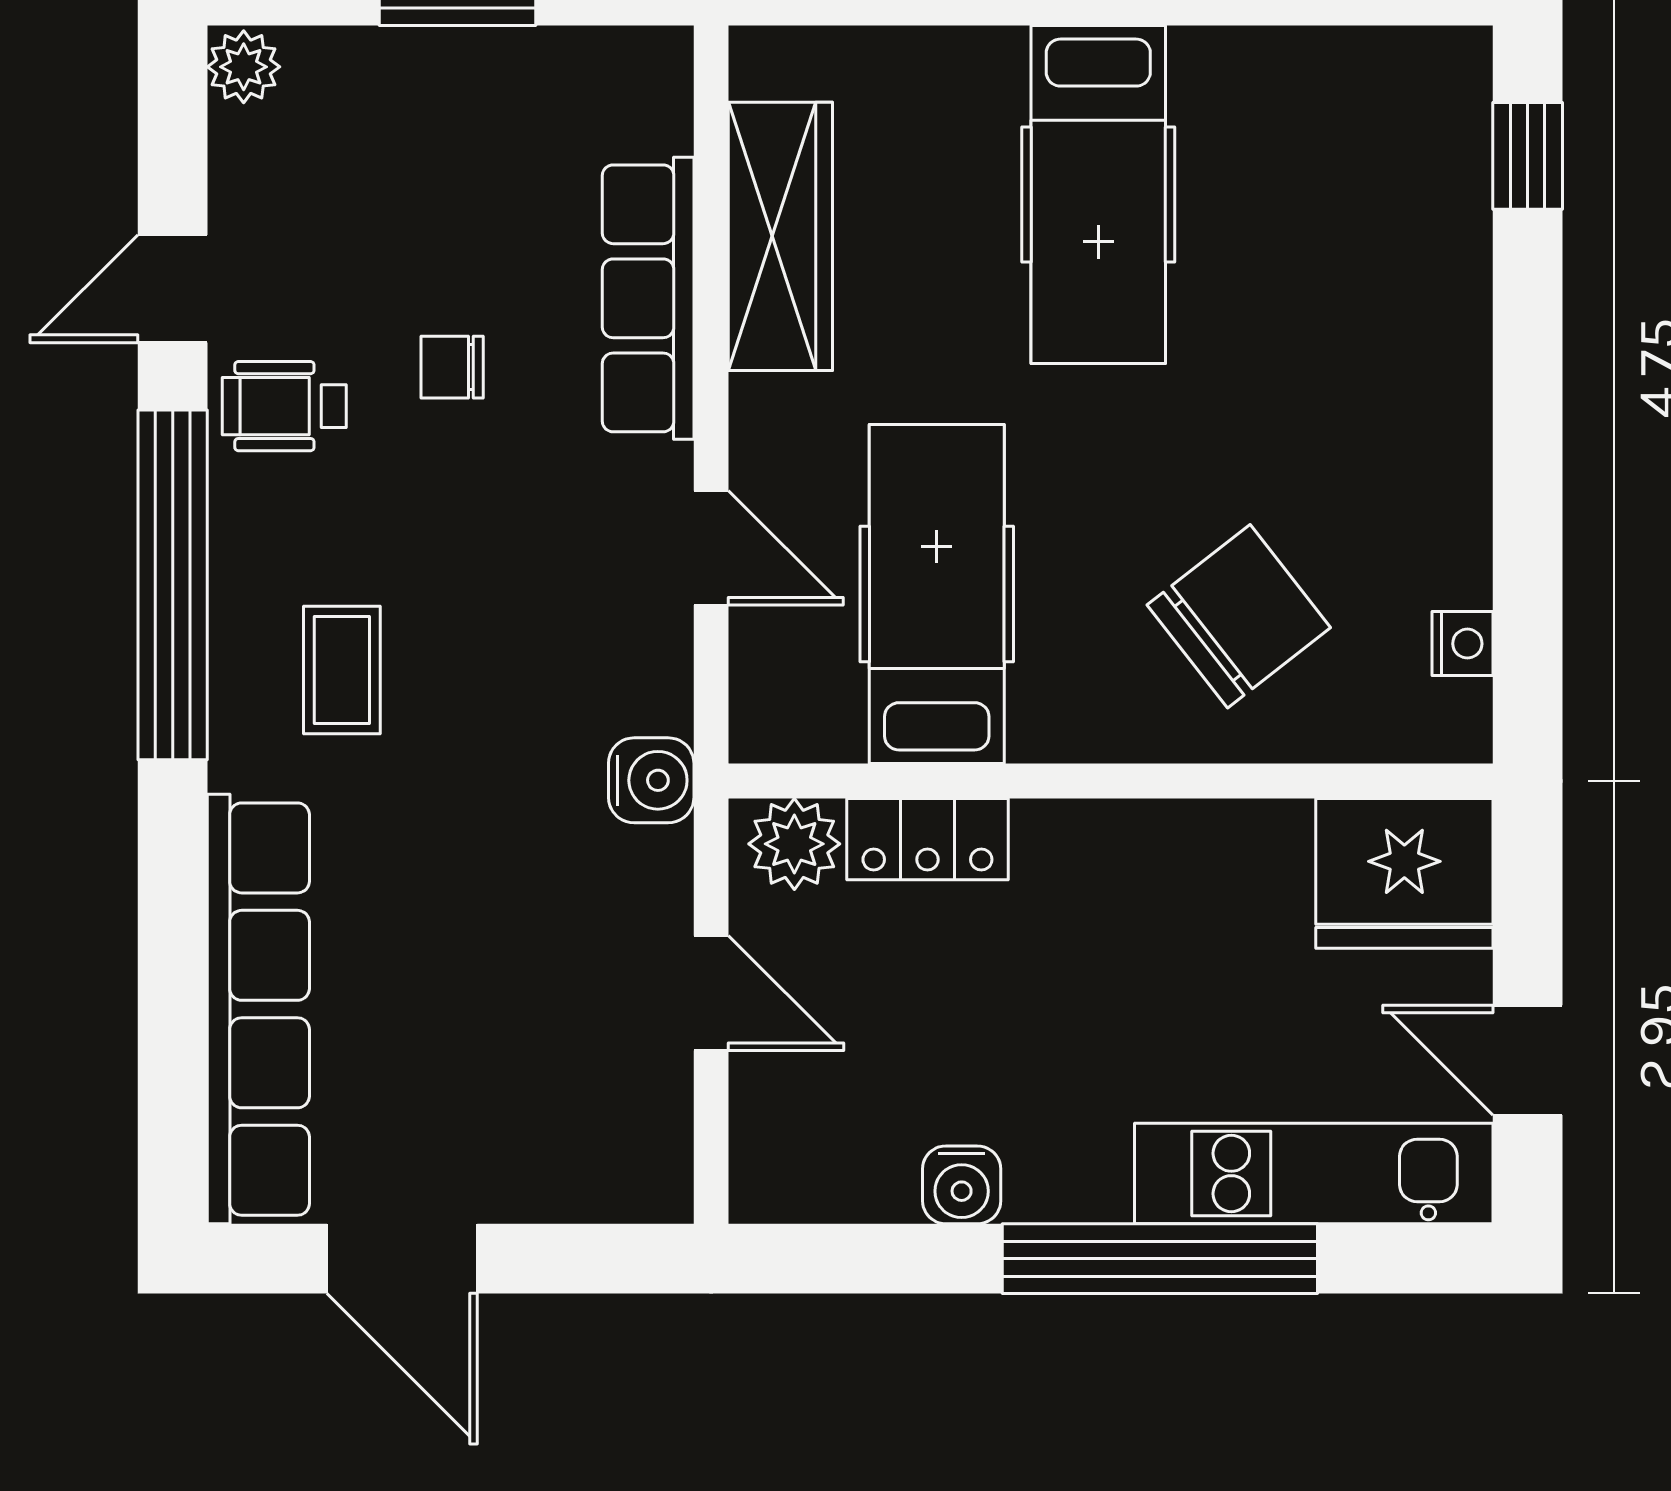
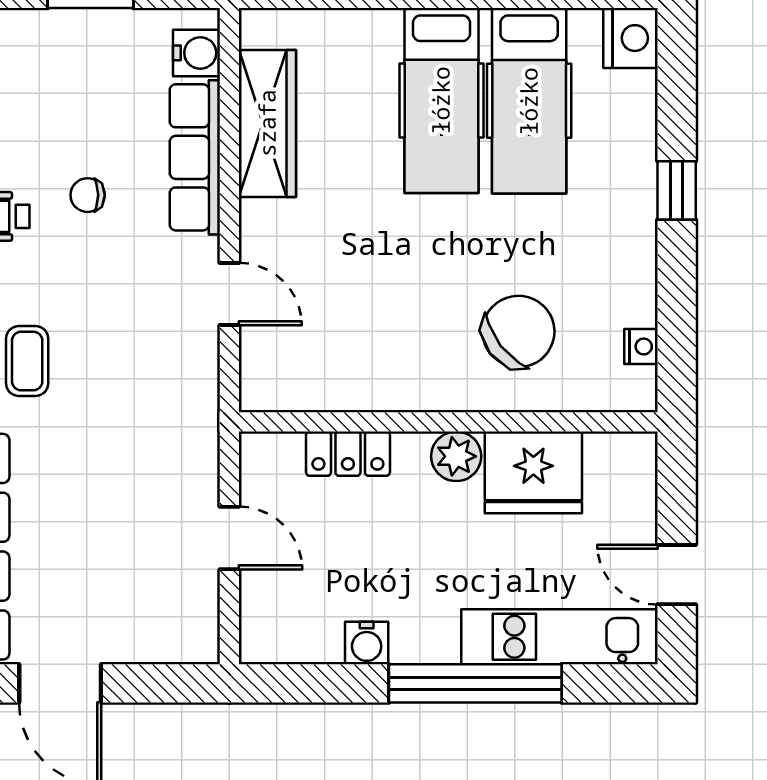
nightstand: (1443, 80) -> (631, 38), added
window: (1528, 156) -> (677, 190), moved
hospital bed: (937, 594) -> (529, 101), moved, turned 180
water cooler: (651, 780) -> (197, 53), moved
plant: (794, 844) -> (456, 456), moved
fridge: (1404, 873) -> (533, 472), moved

